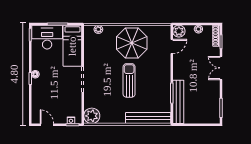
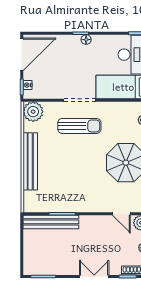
sun lounger: (129, 80) -> (79, 126), moved
bench: (148, 118) -> (30, 161), moved
door: (47, 125) -> (22, 54), width x1.88

